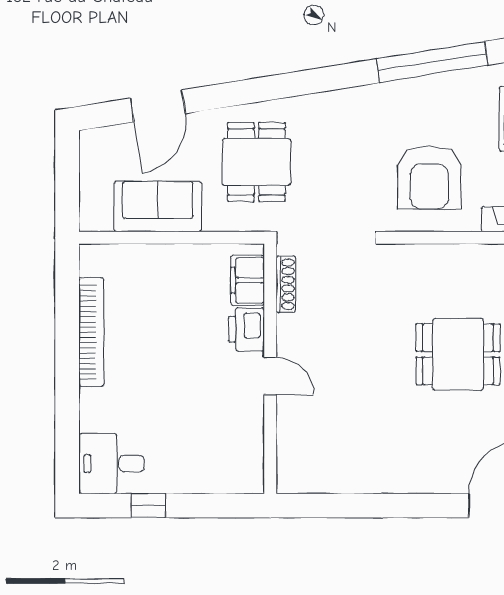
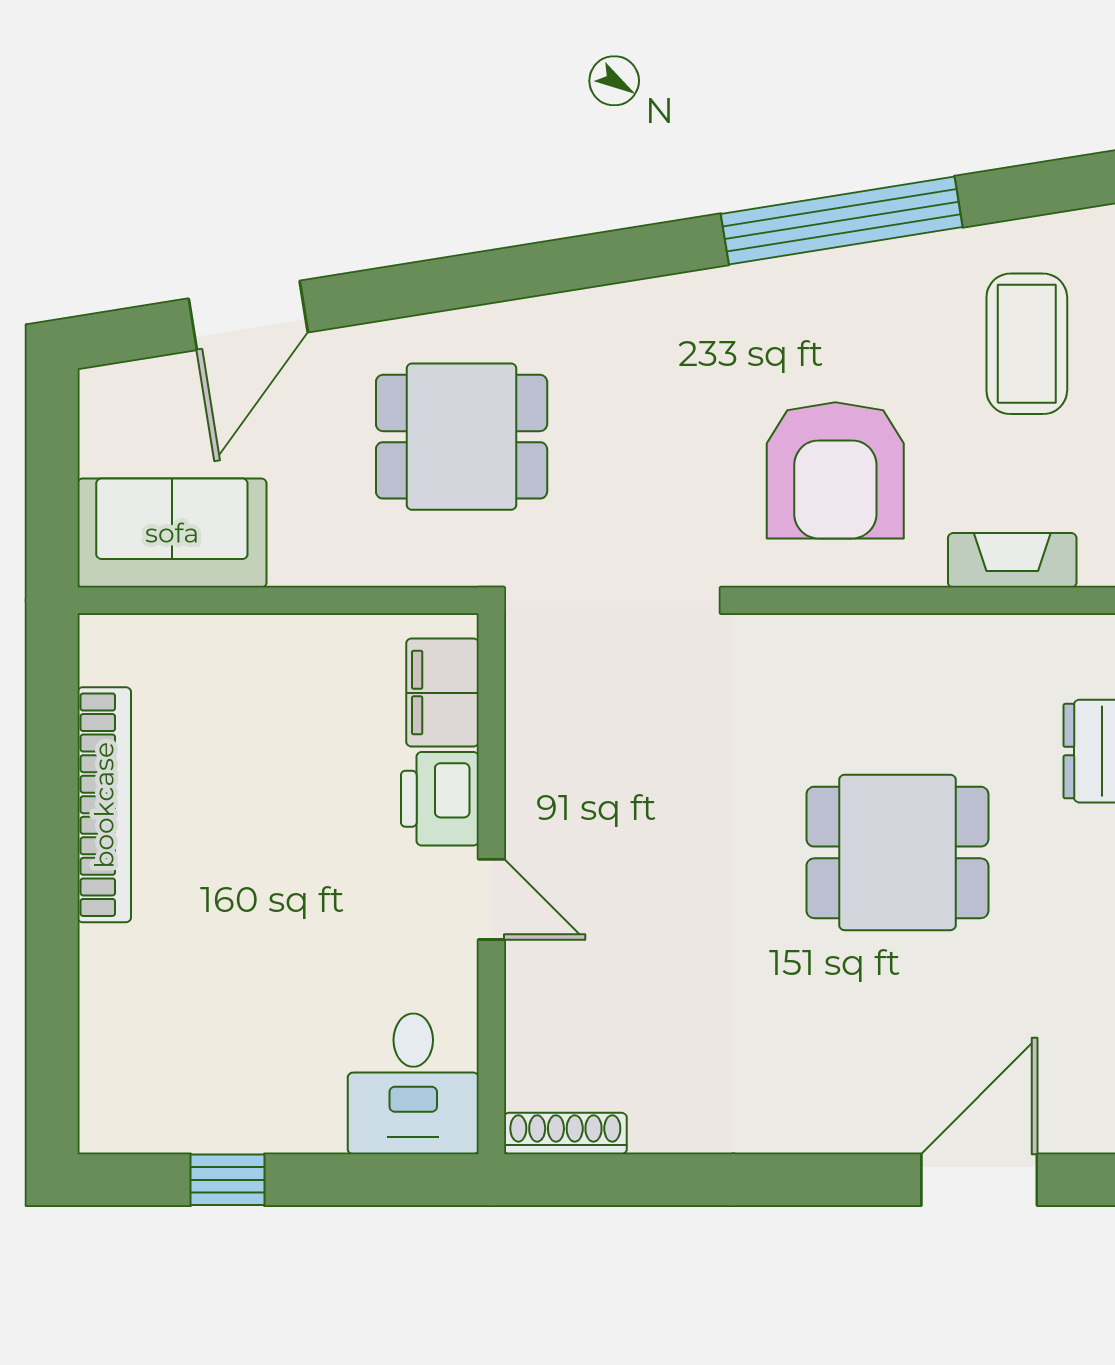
dining table: (256, 162) -> (462, 437), turned 90
sofa: (158, 207) -> (172, 533), moved
shoe rack: (286, 284) -> (565, 1133), moved, turned -90
desk: (111, 464) -> (413, 1084), moved, turned -90

